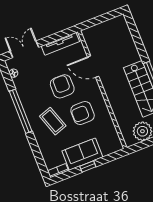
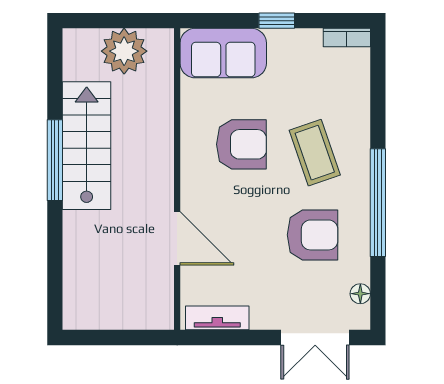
tv unit: (60, 44) -> (217, 318), width x0.71
armchair: (62, 86) -> (312, 235), moved, turned -90
sofa: (82, 154) -> (223, 53), moved

